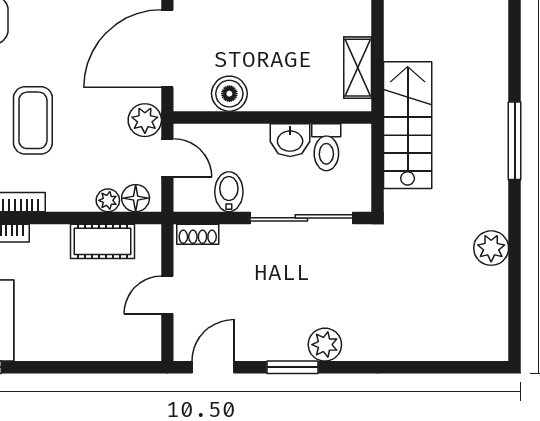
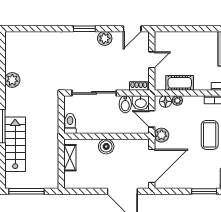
boiler: (229, 94) -> (106, 146), moved
stairs: (408, 125) -> (15, 144), moved, turned 180
washbasin: (290, 140) -> (141, 103), moved, turned 180
toilet: (326, 147) -> (70, 123), moved
plant: (325, 345) -> (105, 38), moved
window: (293, 367) -> (84, 29), moved

